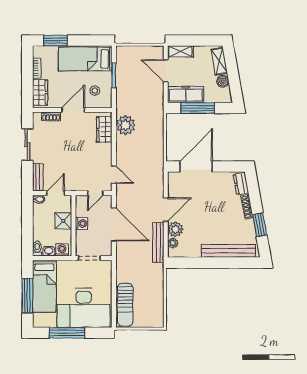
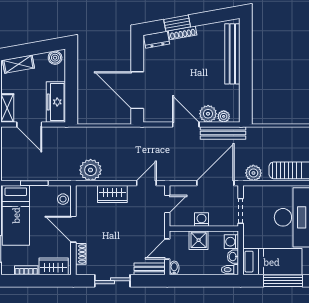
door: (166, 71) -> (29, 124), hinge flipped
boiler: (223, 81) -> (55, 58), moved
stool: (95, 91) -> (63, 199), moved
window: (198, 108) -> (71, 88), removed
wardrobe: (104, 129) -> (112, 194), moved
door: (56, 193) -> (167, 249), hinge flipped
door: (95, 193) -> (167, 204), hinge flipped
door: (114, 224) -> (215, 183), moved
window: (260, 225) -> (177, 23), moved
plant: (123, 269) -> (253, 173), added

